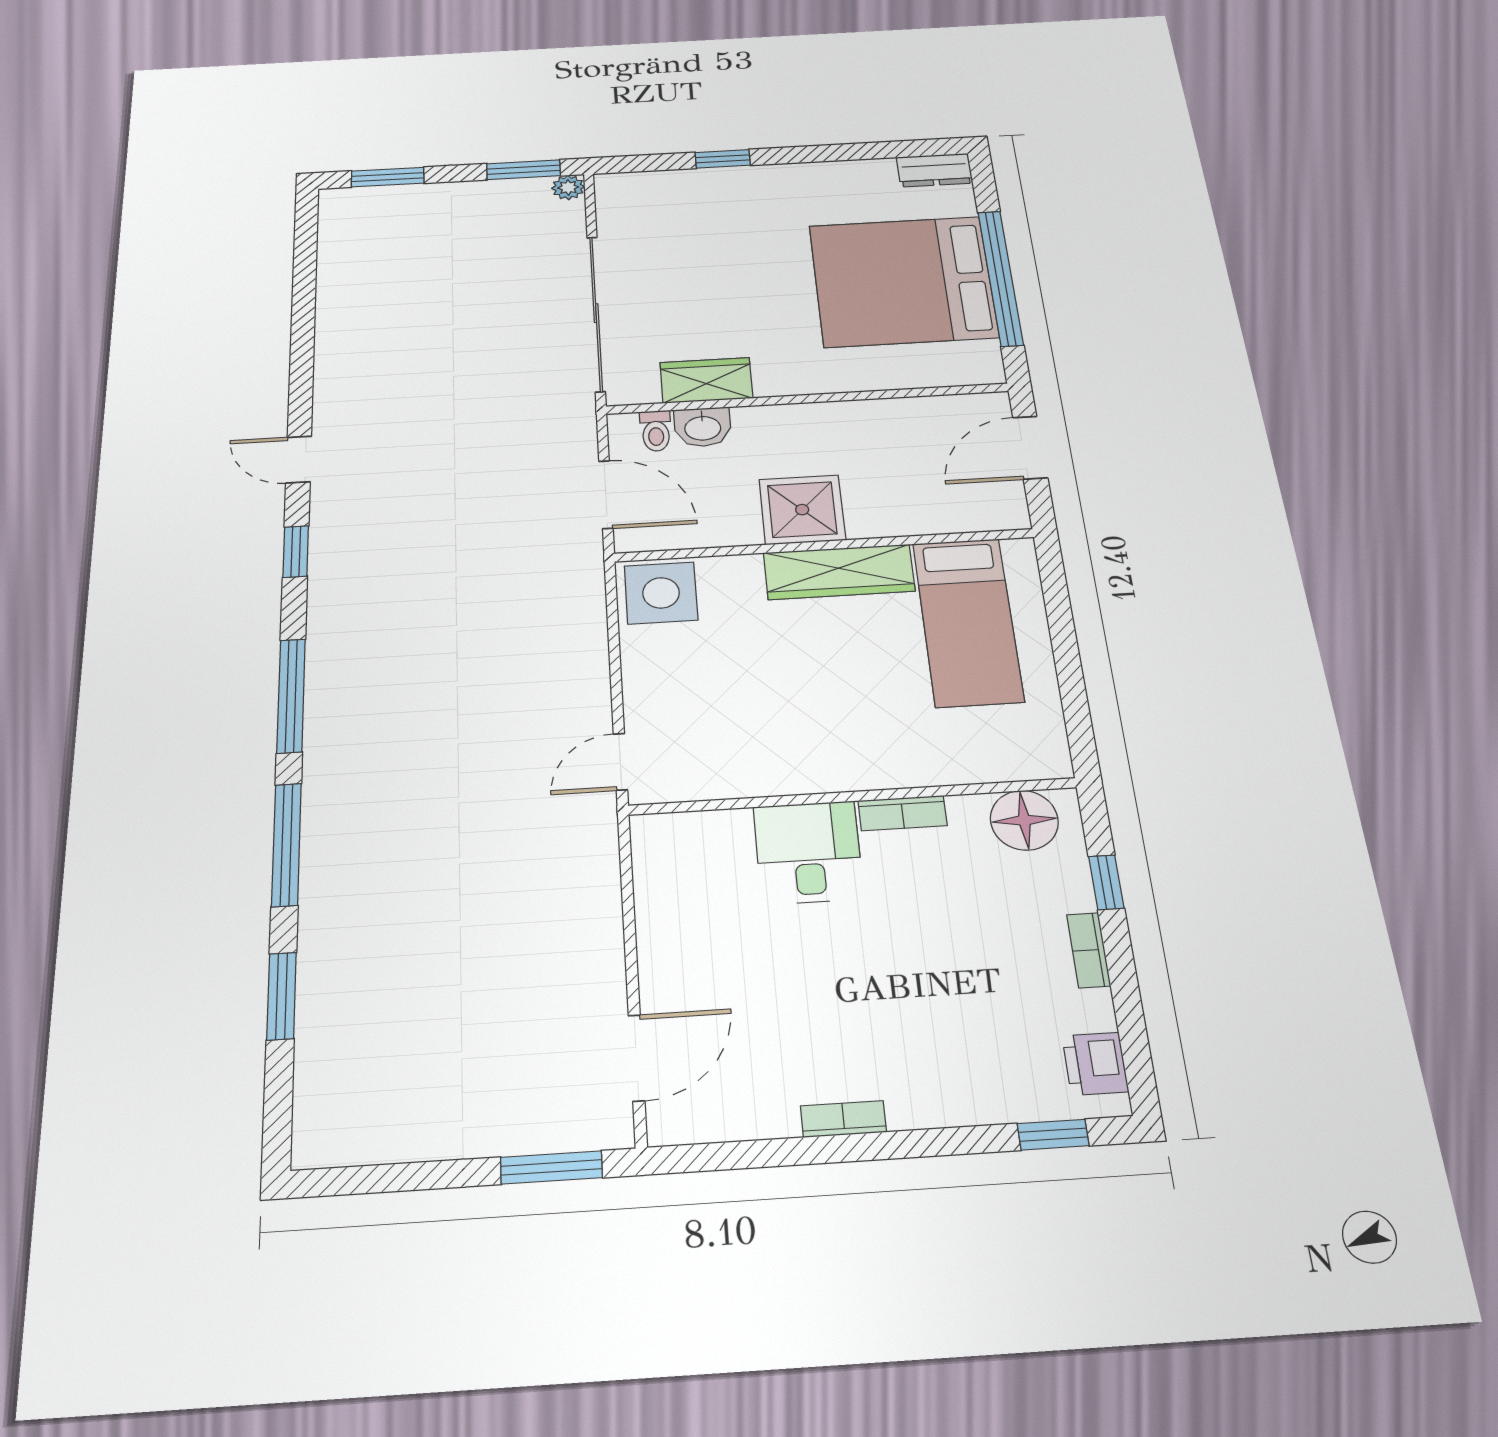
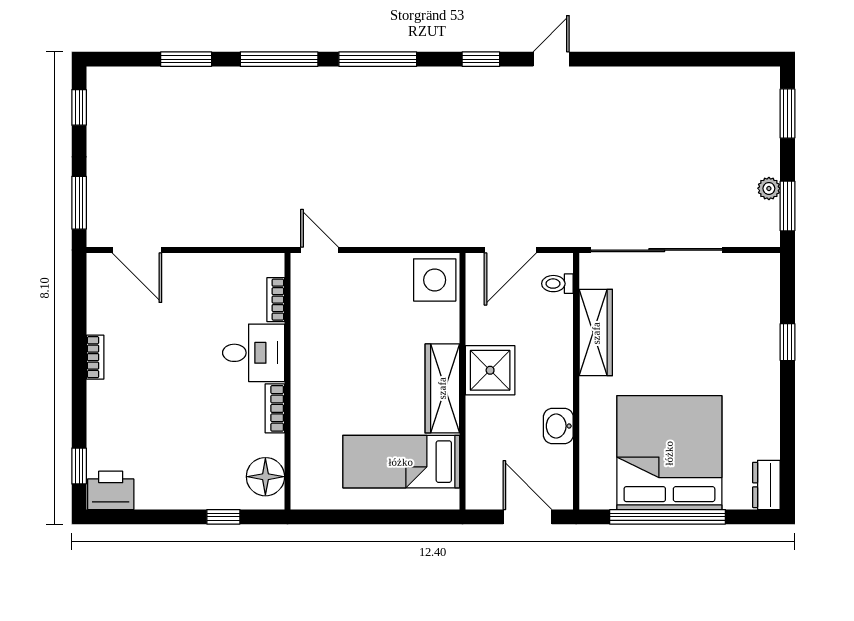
plant: (568, 187) -> (769, 188), moved
wardrobe: (706, 380) -> (596, 333), width x1.50
washbasin: (703, 427) -> (558, 426), moved
bookcase: (1089, 950) -> (276, 300), moved, turned -90
printer: (1095, 1064) -> (111, 490), width x1.36, depth x1.24
window: (368, 1179) -> (79, 107), added

